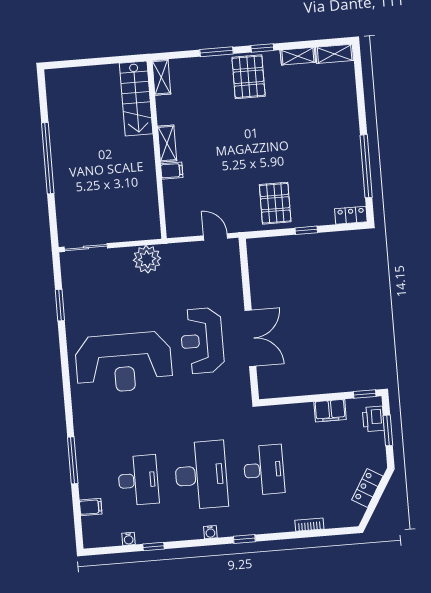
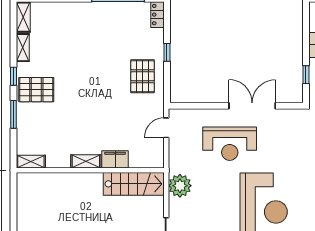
stairs: (136, 99) -> (134, 184), moved
filing cabinet: (172, 171) -> (115, 159), width x2.00
pallet: (275, 203) -> (142, 76), turned 90
reception desk: (202, 341) -> (230, 144), moved
window: (365, 394) -> (306, 75), moved

